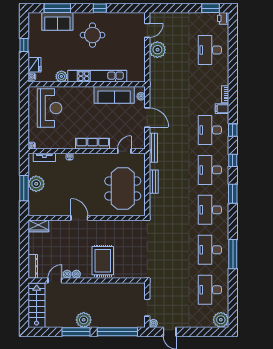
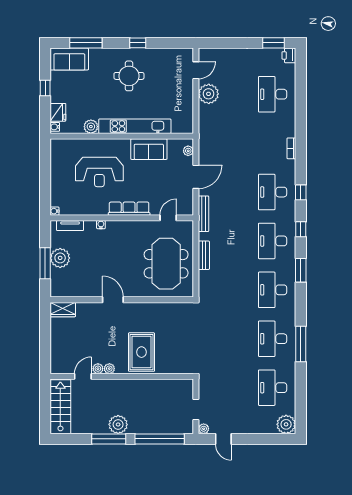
sofa: (57, 21) -> (69, 59), moved
sofa: (114, 95) -> (149, 149), width x0.73
reception desk: (50, 108) -> (99, 172), moved, turned 90
filing cabinet: (222, 109) -> (287, 166), removed
door: (147, 117) -> (196, 177), hinge flipped
dresser: (33, 266) -> (56, 359), removed

